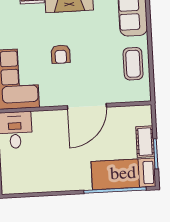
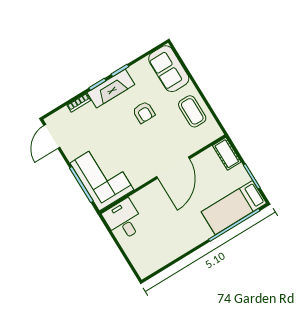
armchair: (61, 54) -> (144, 112), moved
cot: (145, 142) -> (227, 154), moved

